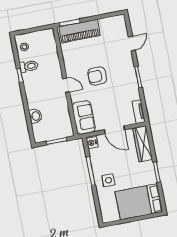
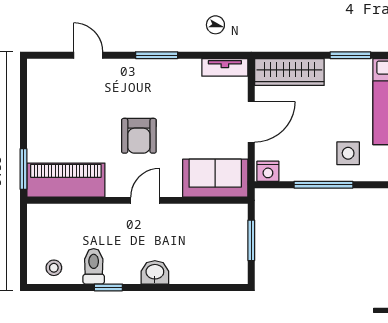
piano: (80, 31) -> (66, 180), moved, turned -90
washbasin: (35, 116) -> (155, 272), moved

